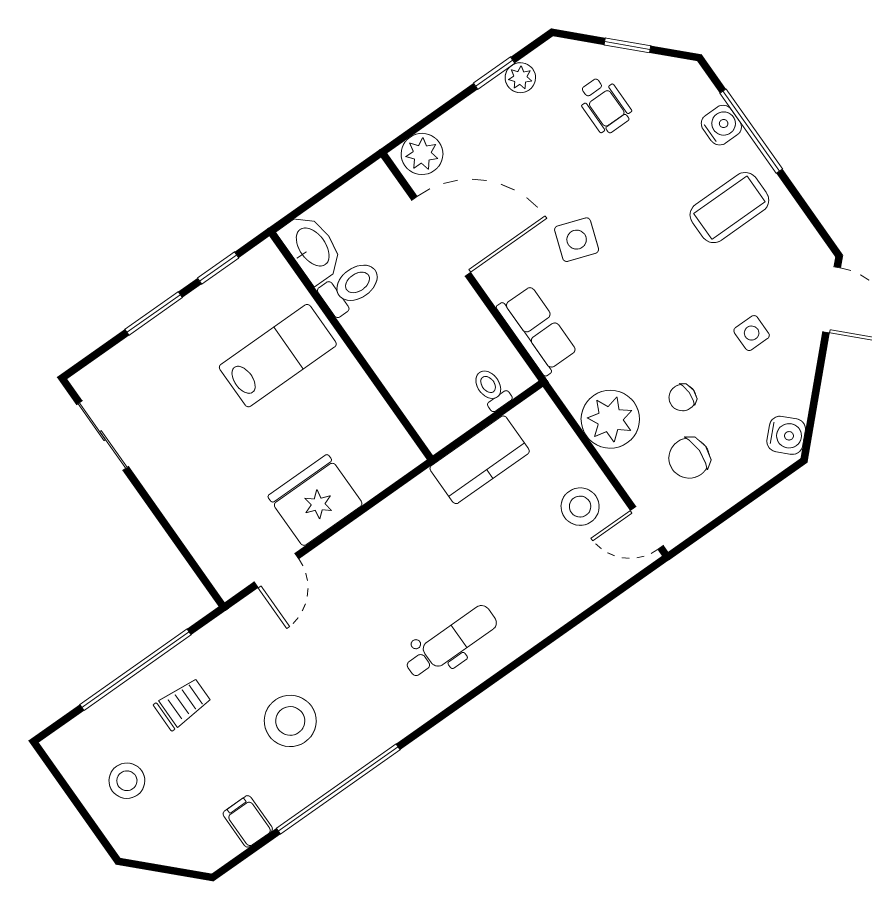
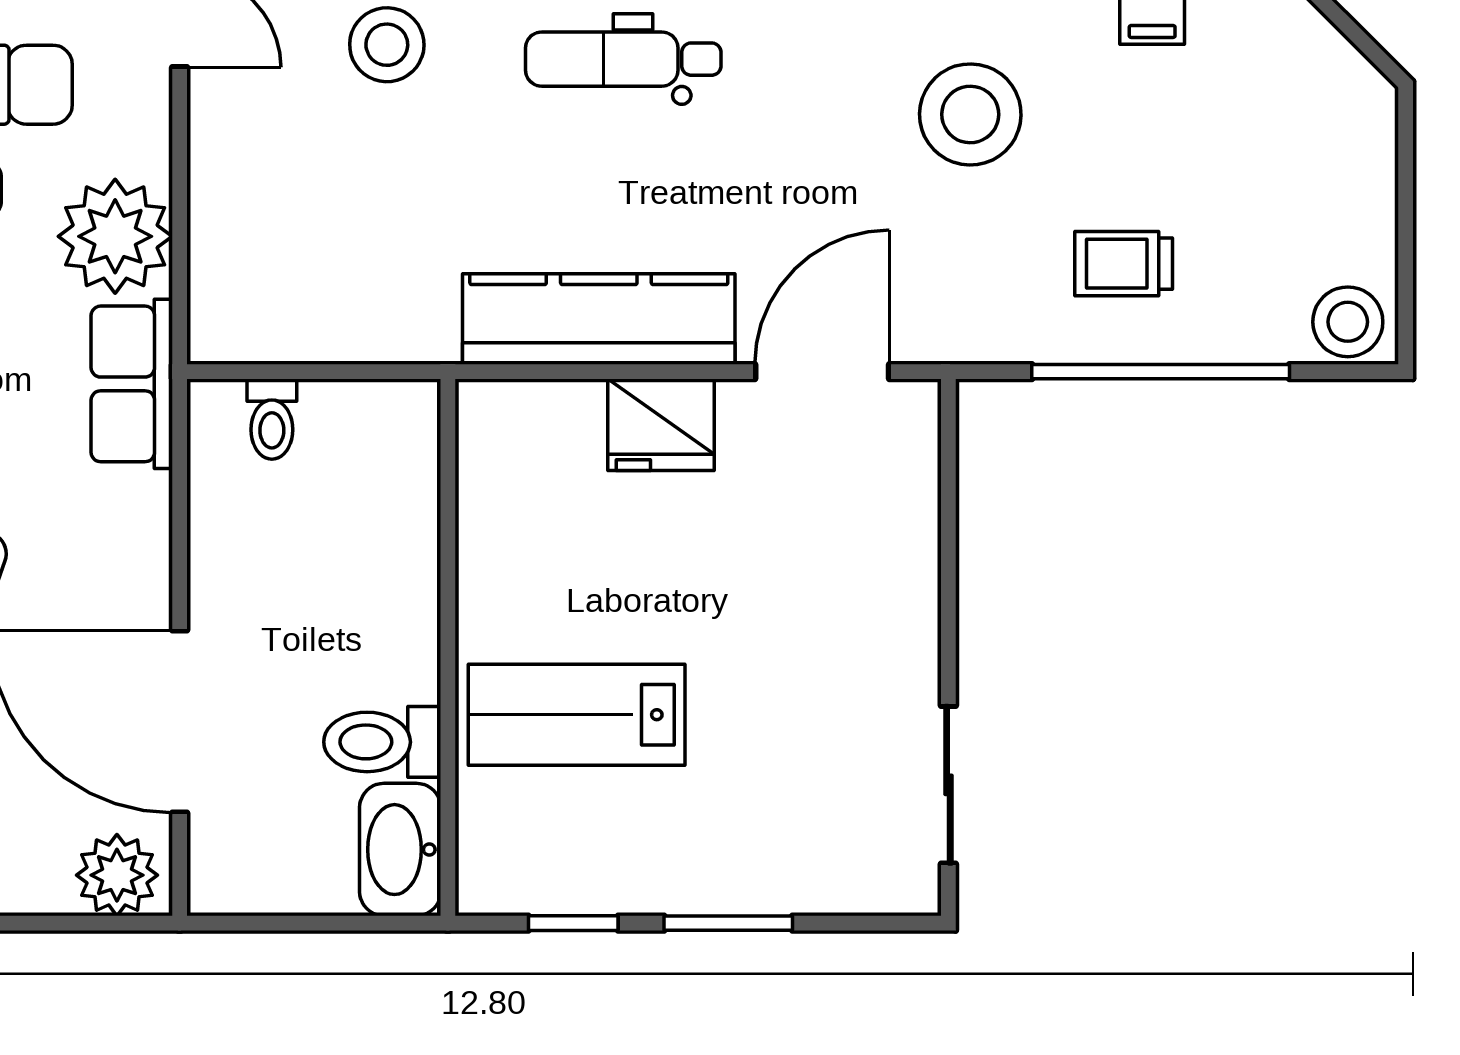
row of seats: (537, 330) -> (132, 384), moved
kitchen counter: (480, 460) -> (599, 319), moved, width x1.50
fridge: (315, 500) -> (661, 425), width x0.73, depth x0.75
stool: (580, 507) -> (387, 45), moved
door: (276, 570) -> (822, 372), width x1.38
stool: (127, 781) -> (1348, 322), moved

